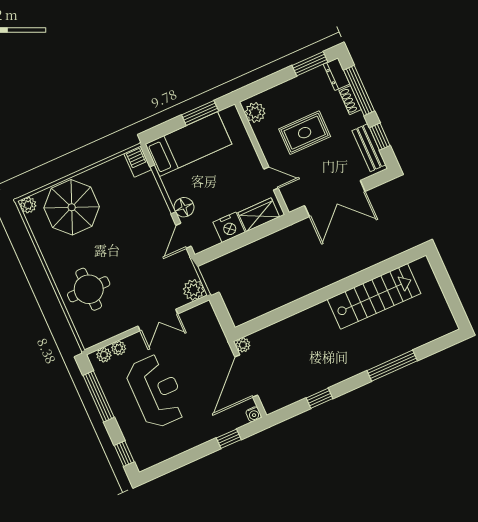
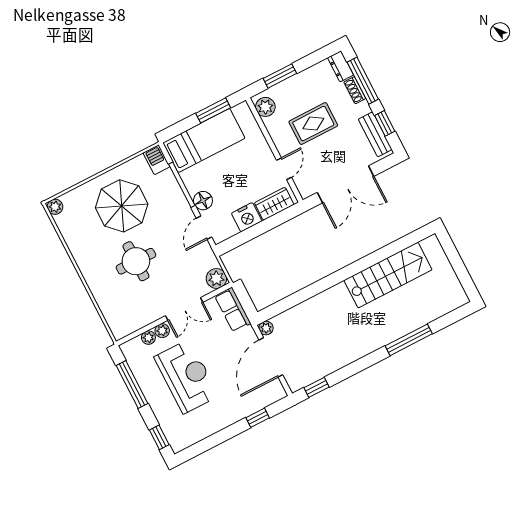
window: (310, 64) -> (280, 76), moved
door: (271, 179) -> (284, 169), hinge flipped
parasol: (72, 207) -> (122, 206), moved
round table: (89, 289) -> (136, 261), moved
row of seats: (209, 324) -> (233, 310), added
plant: (104, 355) -> (162, 331), moved
window: (320, 398) -> (317, 387), moved
water cooler: (254, 414) -> (280, 393), removed

